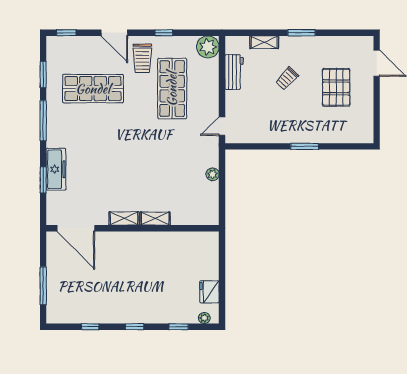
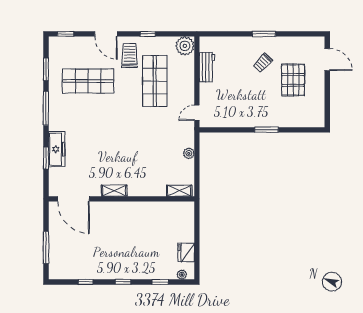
shelving: (264, 42) -> (232, 42), removed
trolley: (142, 58) -> (130, 56), turned 180
trolley: (287, 78) -> (263, 63), moved
shelving: (155, 219) -> (179, 191), moved

